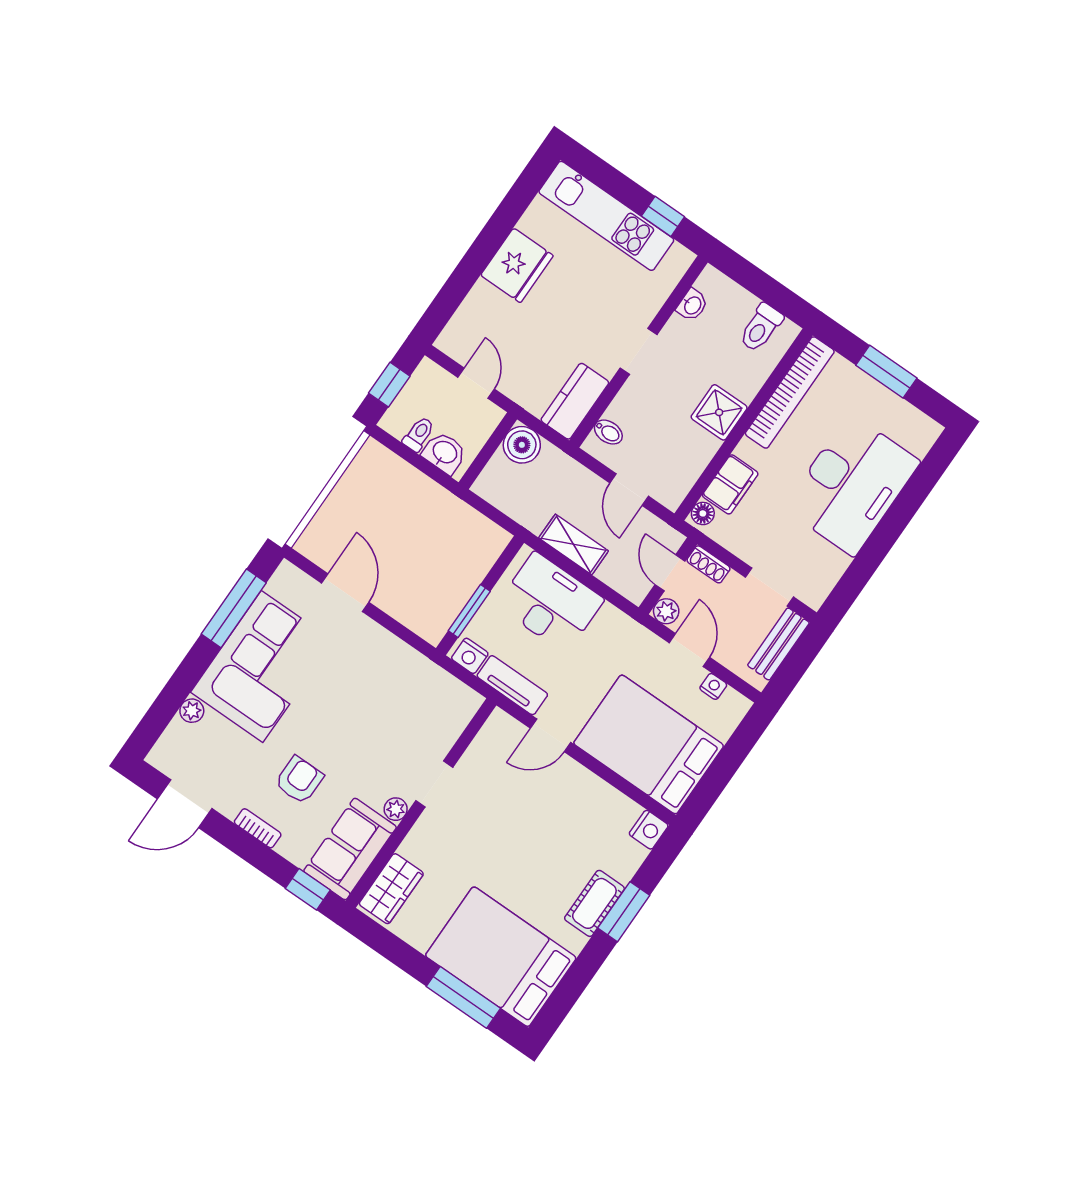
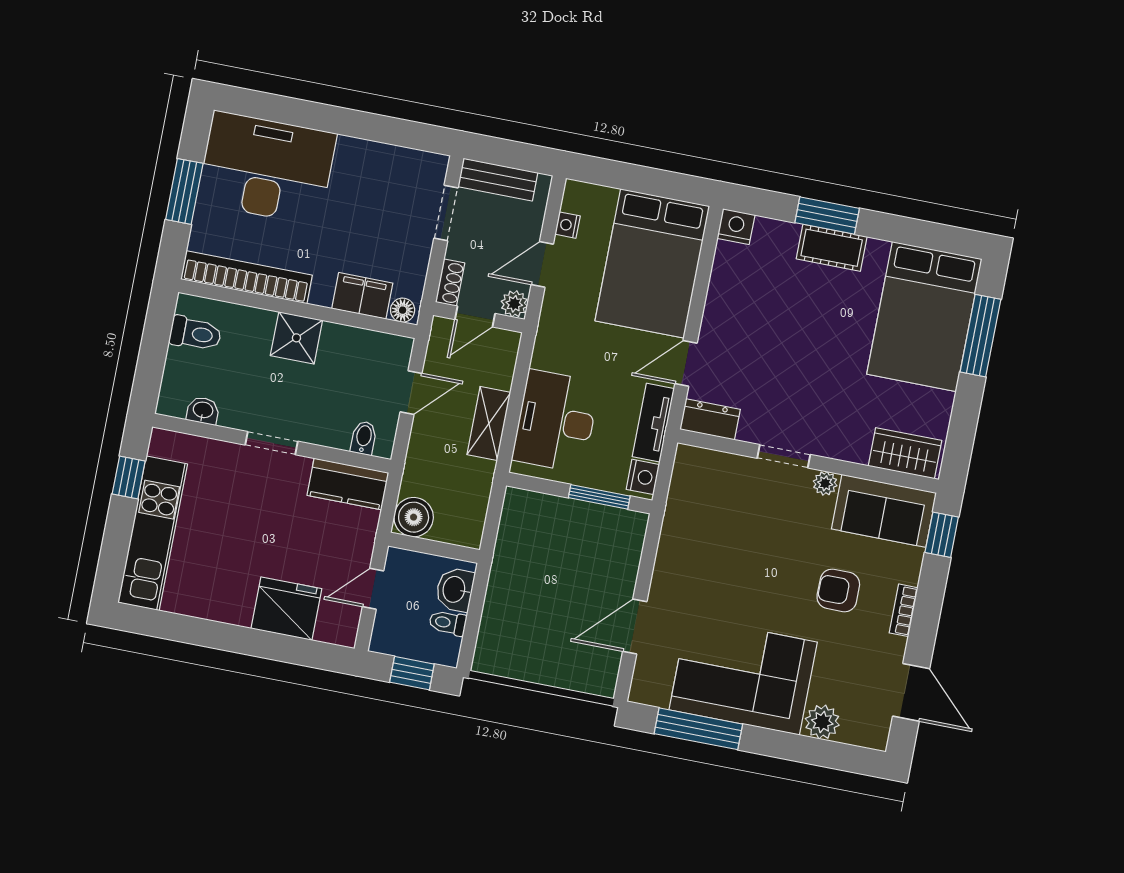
fridge: (517, 265) -> (286, 609), moved
desk: (852, 485) -> (267, 168), moved
plant: (192, 711) -> (822, 722), width x1.38, depth x1.38
dresser: (494, 735) -> (710, 419), added
door: (551, 735) -> (686, 363), swing flipped

